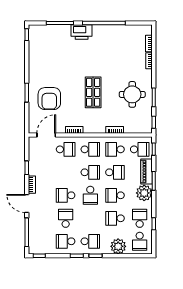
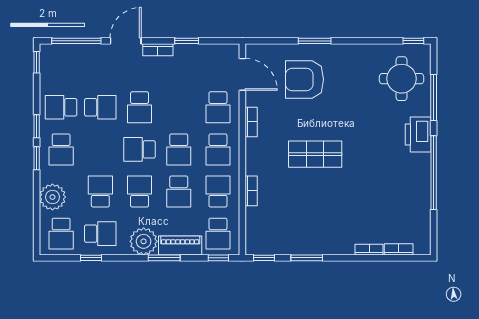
round table: (132, 94) -> (402, 79), moved
school desk: (66, 195) -> (140, 107), turned 180
school desk: (66, 241) -> (61, 107), turned -90
school desk: (140, 241) -> (61, 234), turned -90

